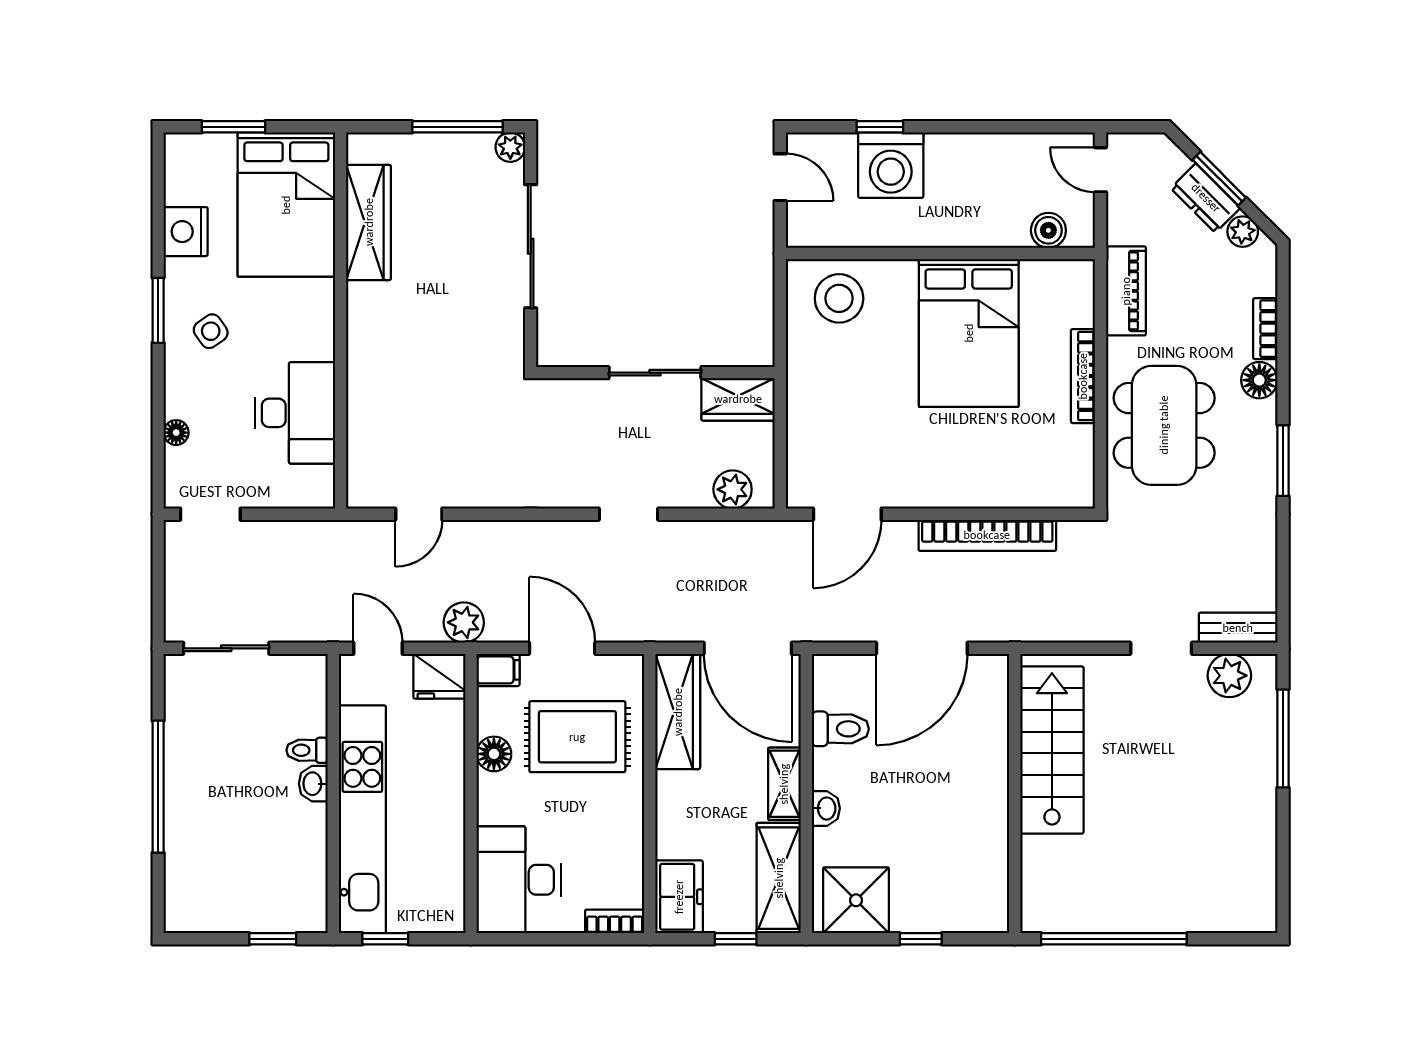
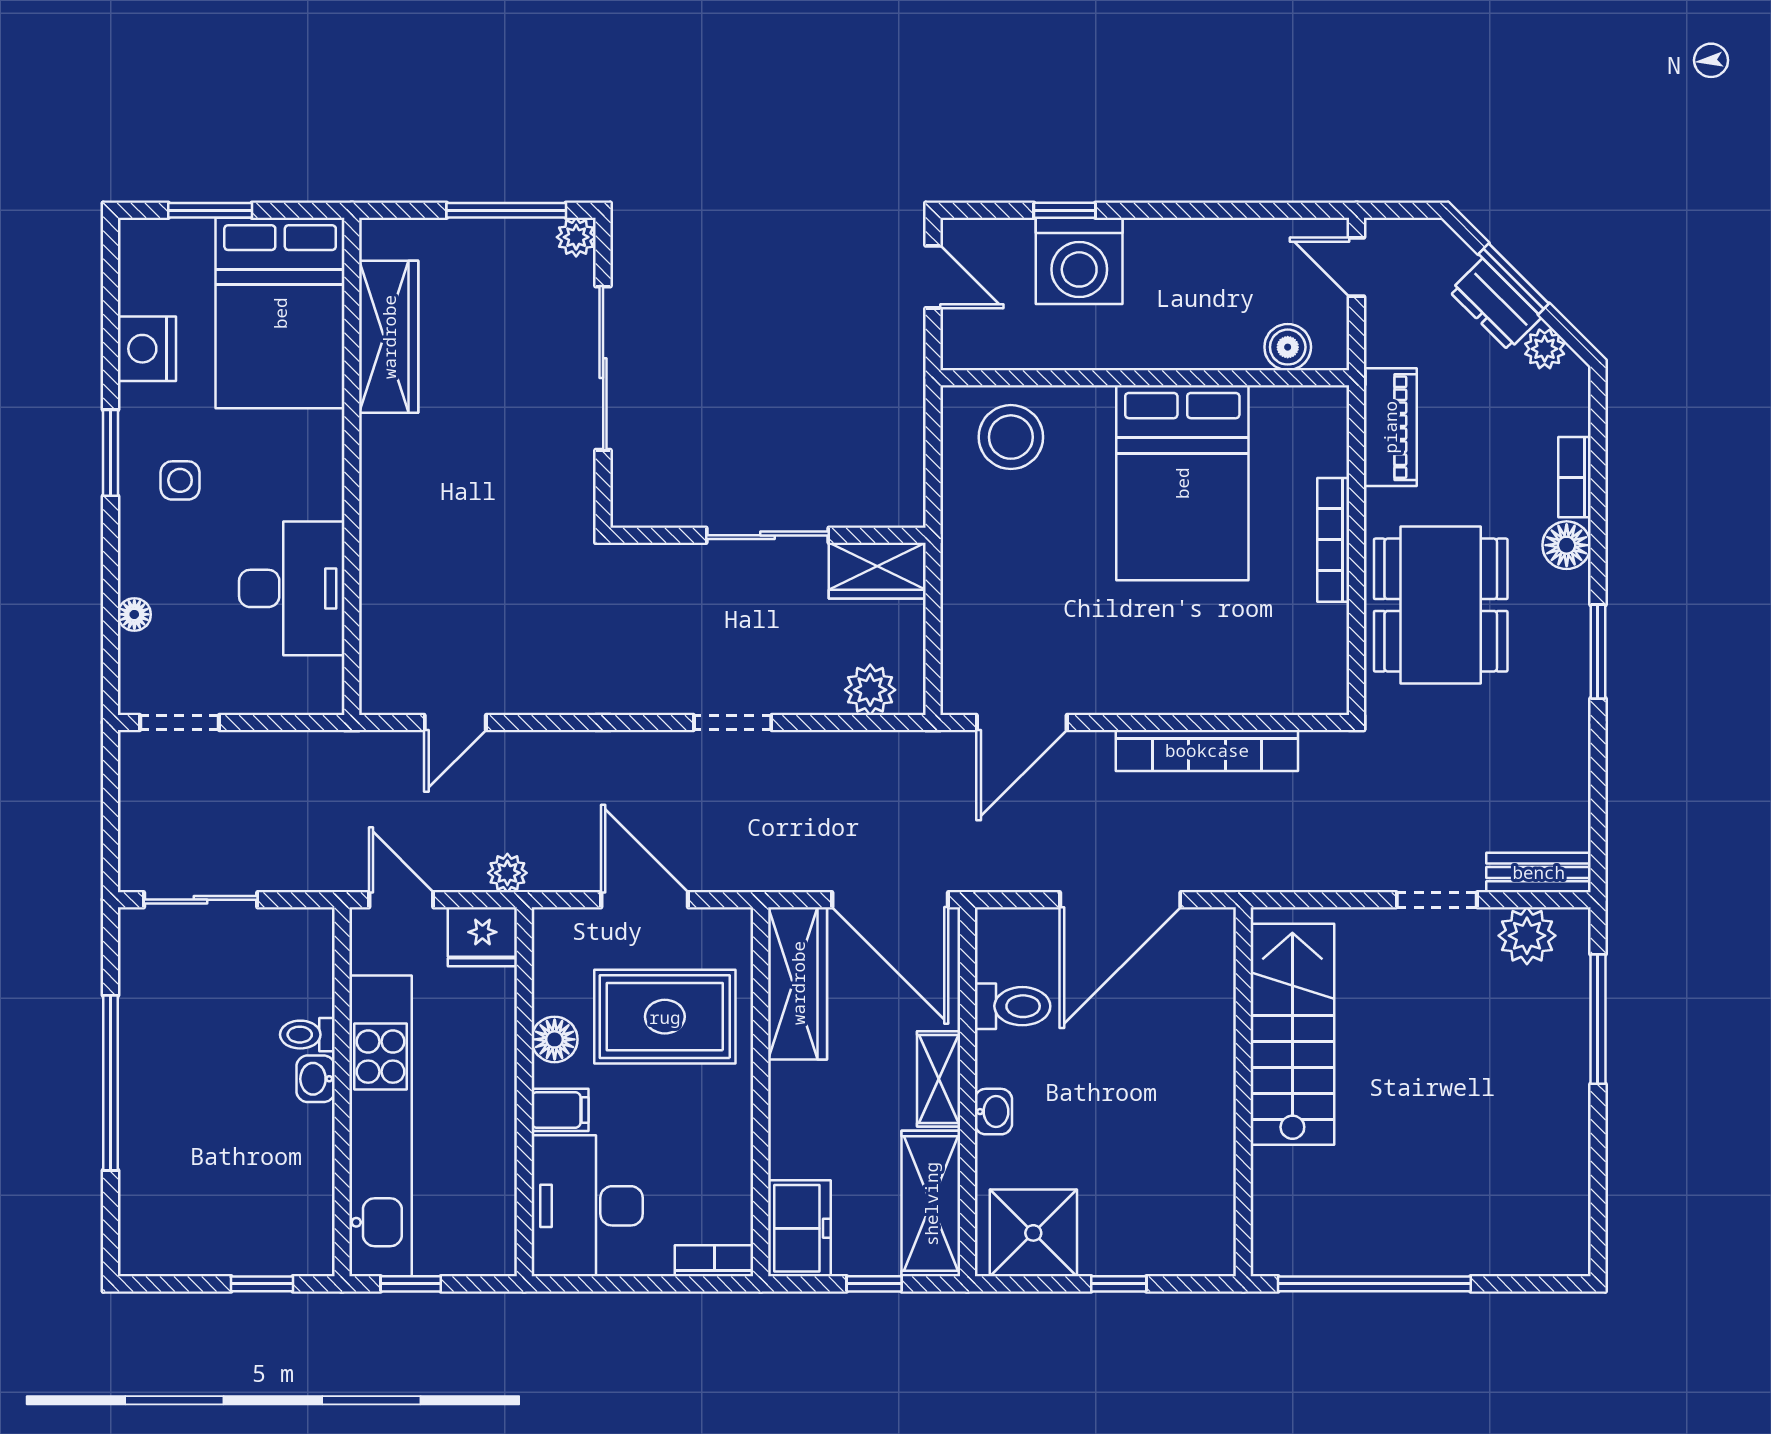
side table: (211, 331) -> (180, 480), turned 35
plant: (464, 622) -> (507, 873), width x0.73, depth x0.73
filing cabinet: (498, 670) -> (560, 1110), moved

